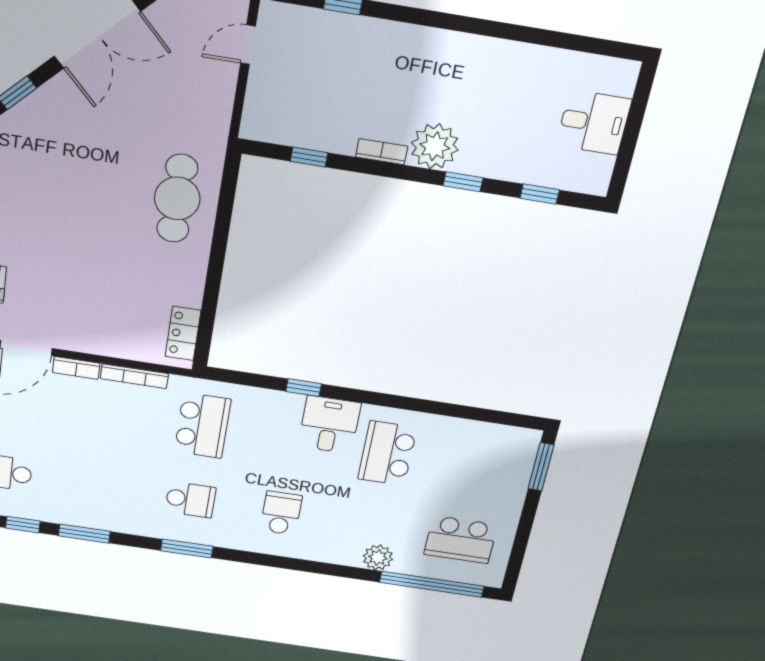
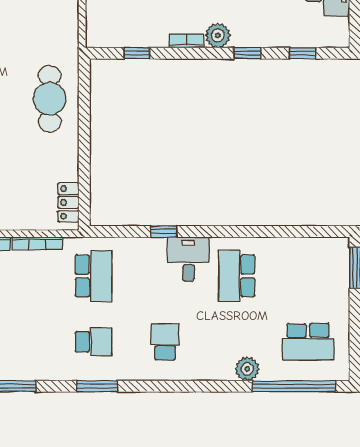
plant: (435, 146) -> (218, 35), width x0.73, depth x0.73

